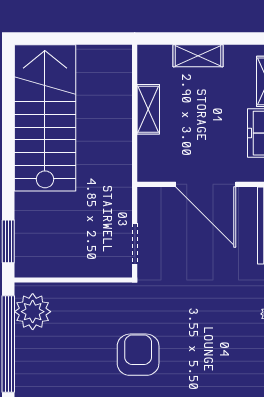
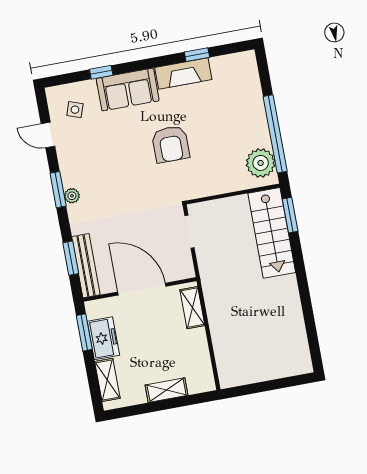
shelving: (148, 109) -> (192, 308), moved
stairs: (45, 118) -> (272, 233), moved, width x0.73, depth x0.66

